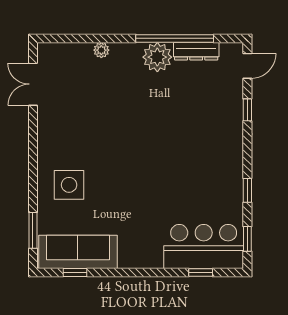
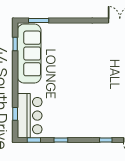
side table: (69, 185) -> (64, 41), removed
sofa: (78, 252) -> (29, 53), width x1.36, depth x1.27

